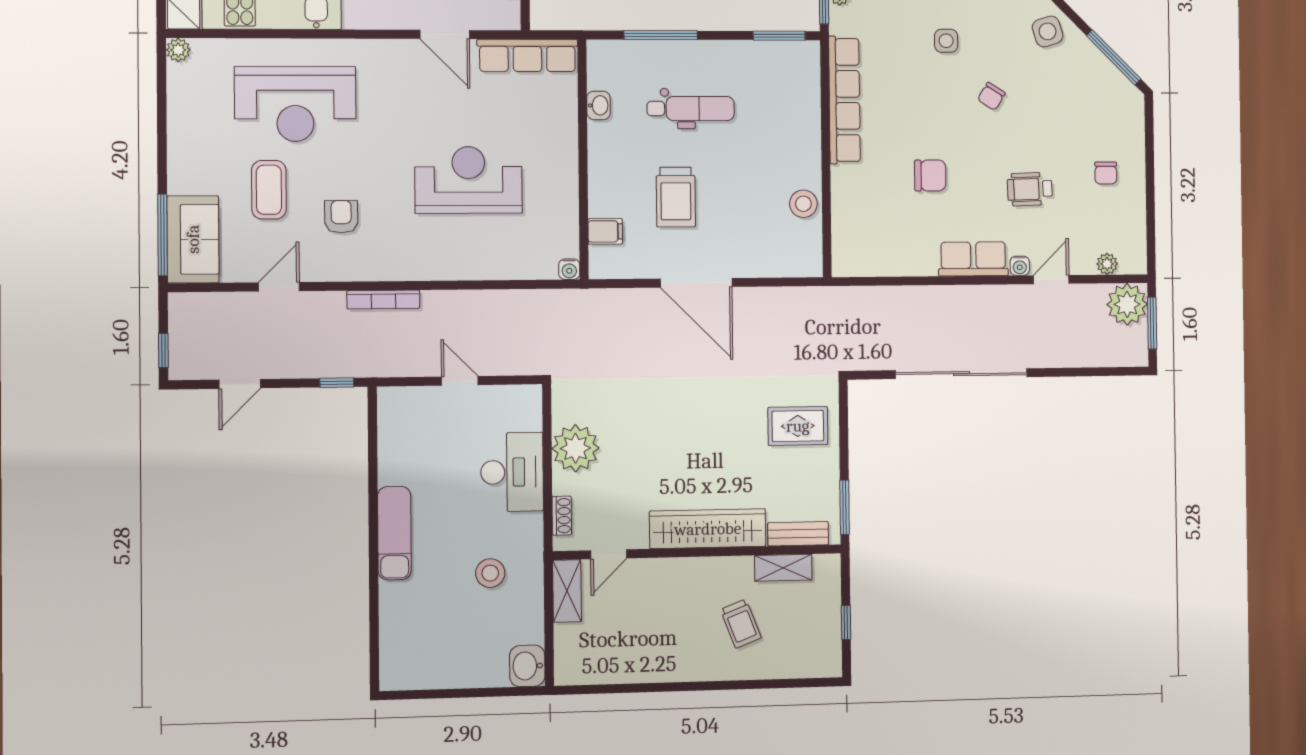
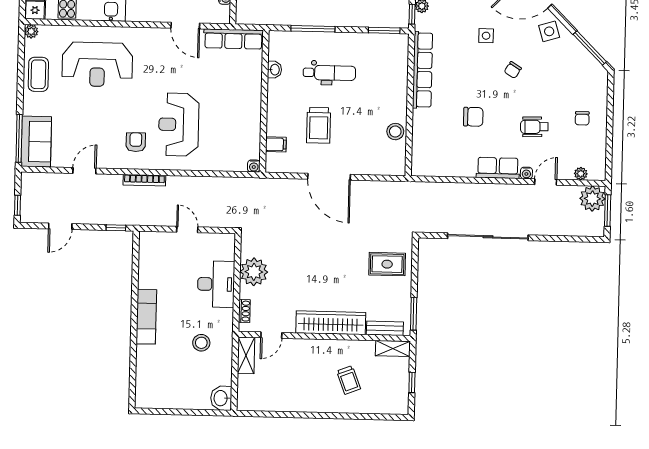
reception desk: (469, 180) -> (179, 125), moved, turned -90
coffee table: (269, 190) -> (38, 74), moved
armchair: (341, 217) -> (136, 142), moved
shelving: (783, 568) -> (393, 348), moved

